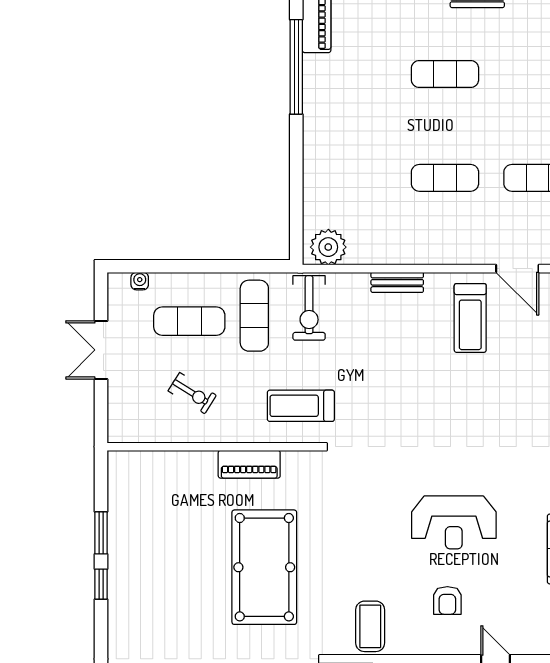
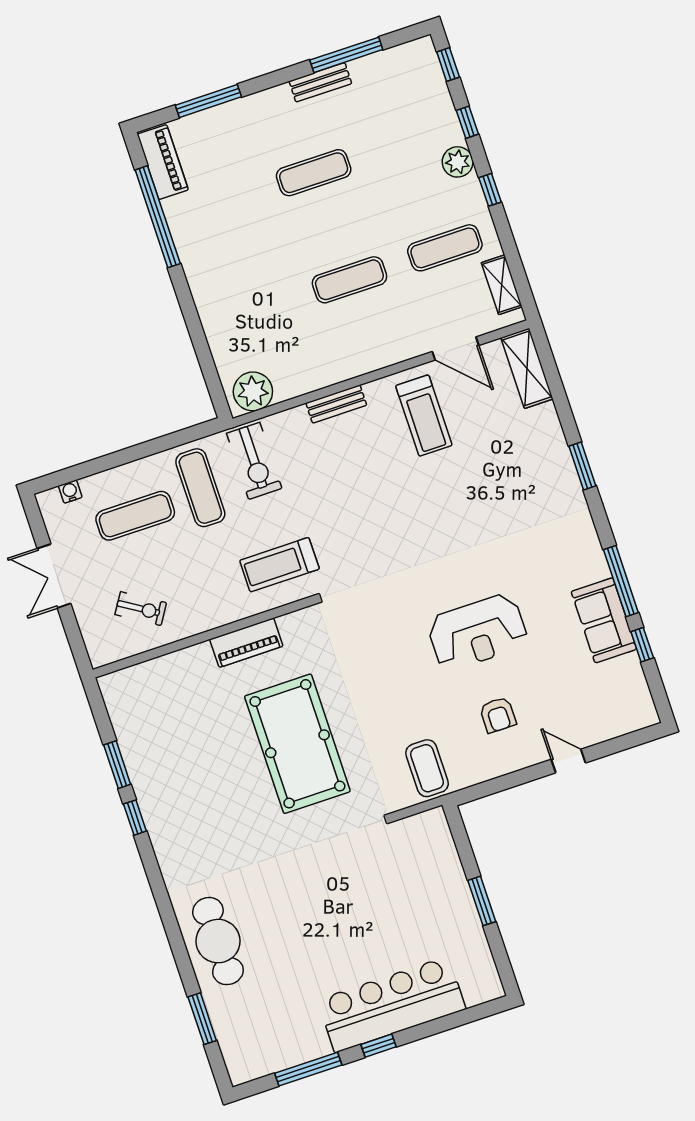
exercise bike: (192, 393) -> (141, 609), moved

